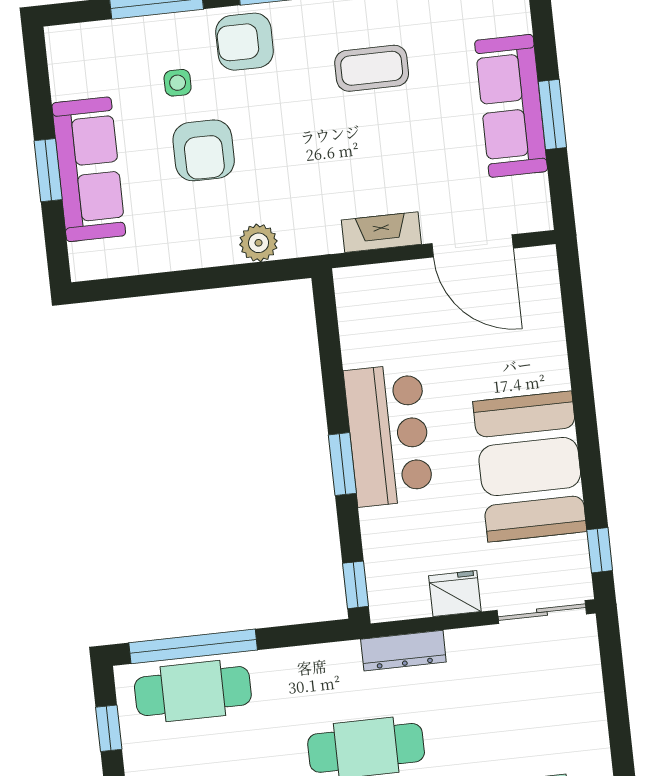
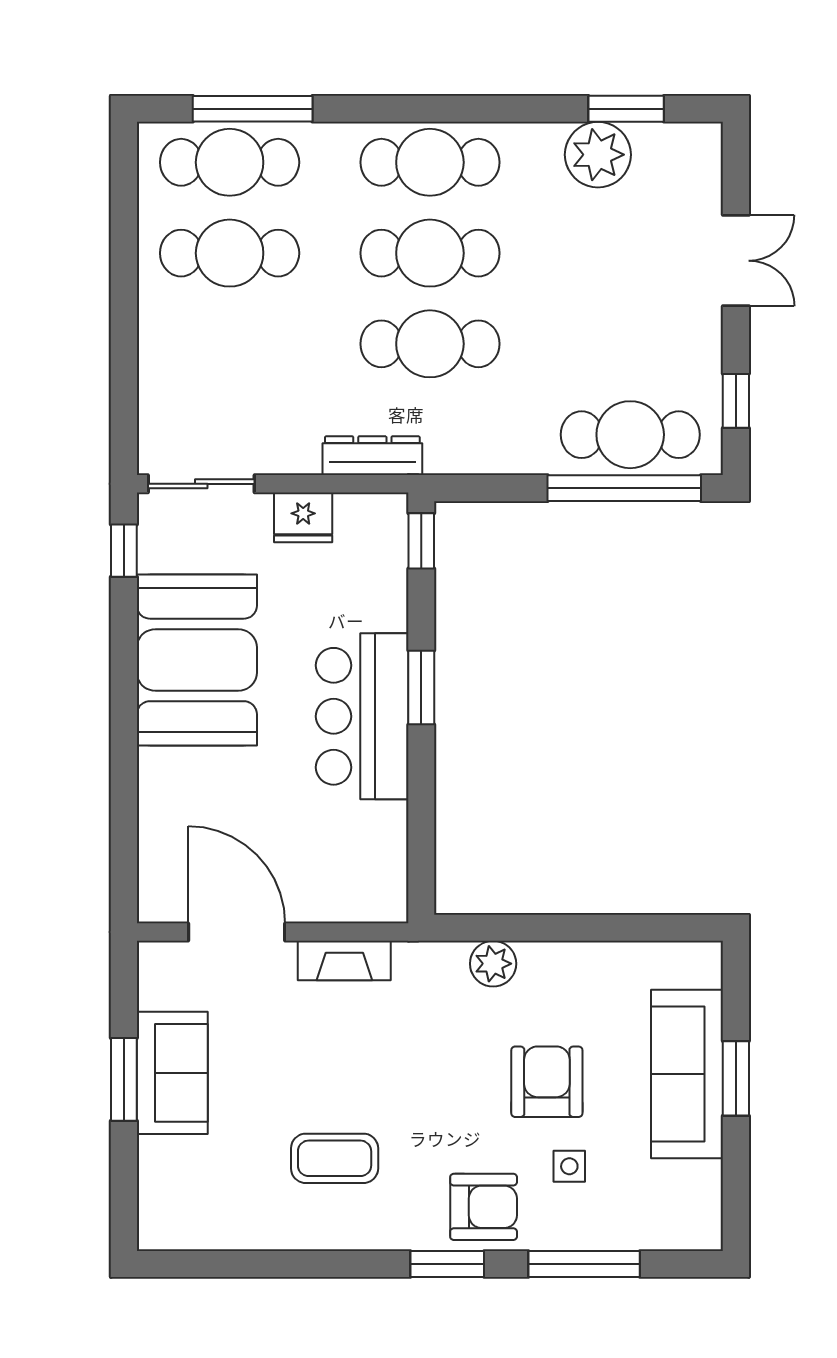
sofa: (511, 106) -> (172, 1073), width x0.73

